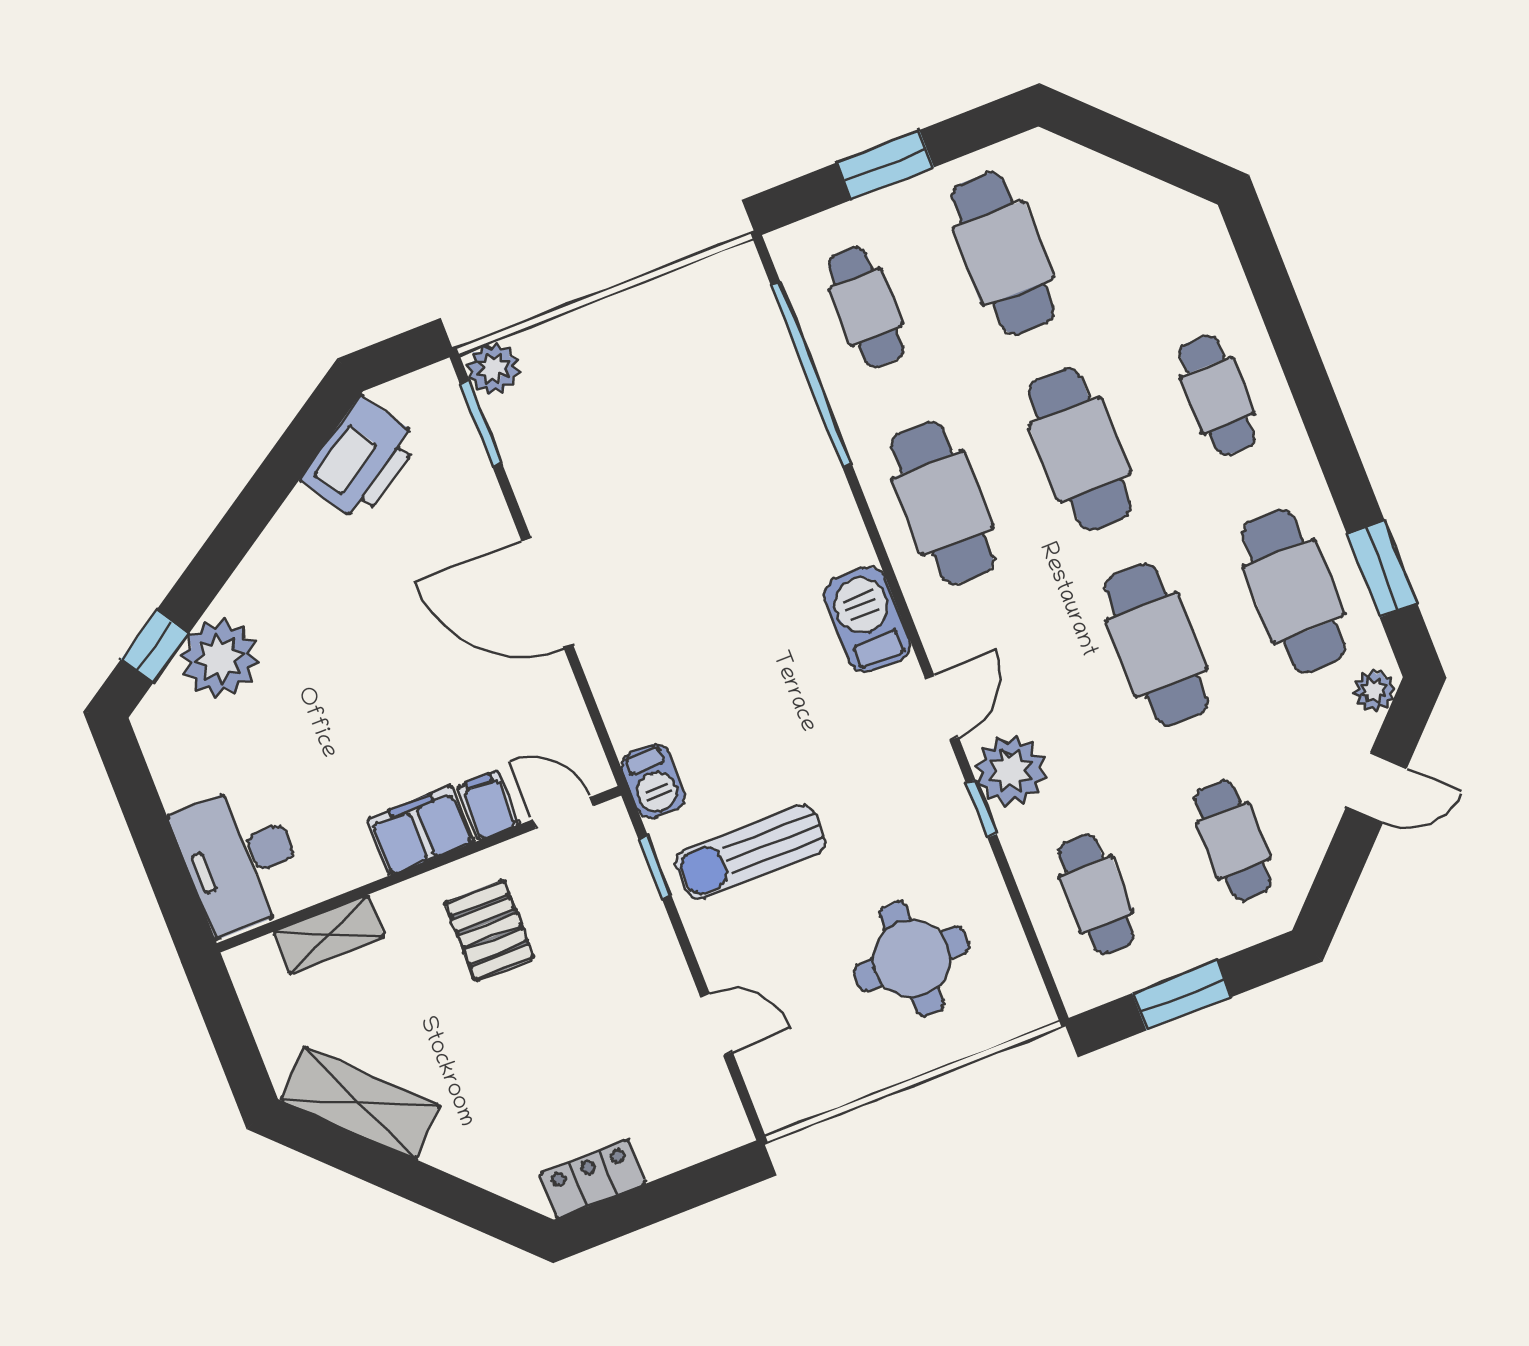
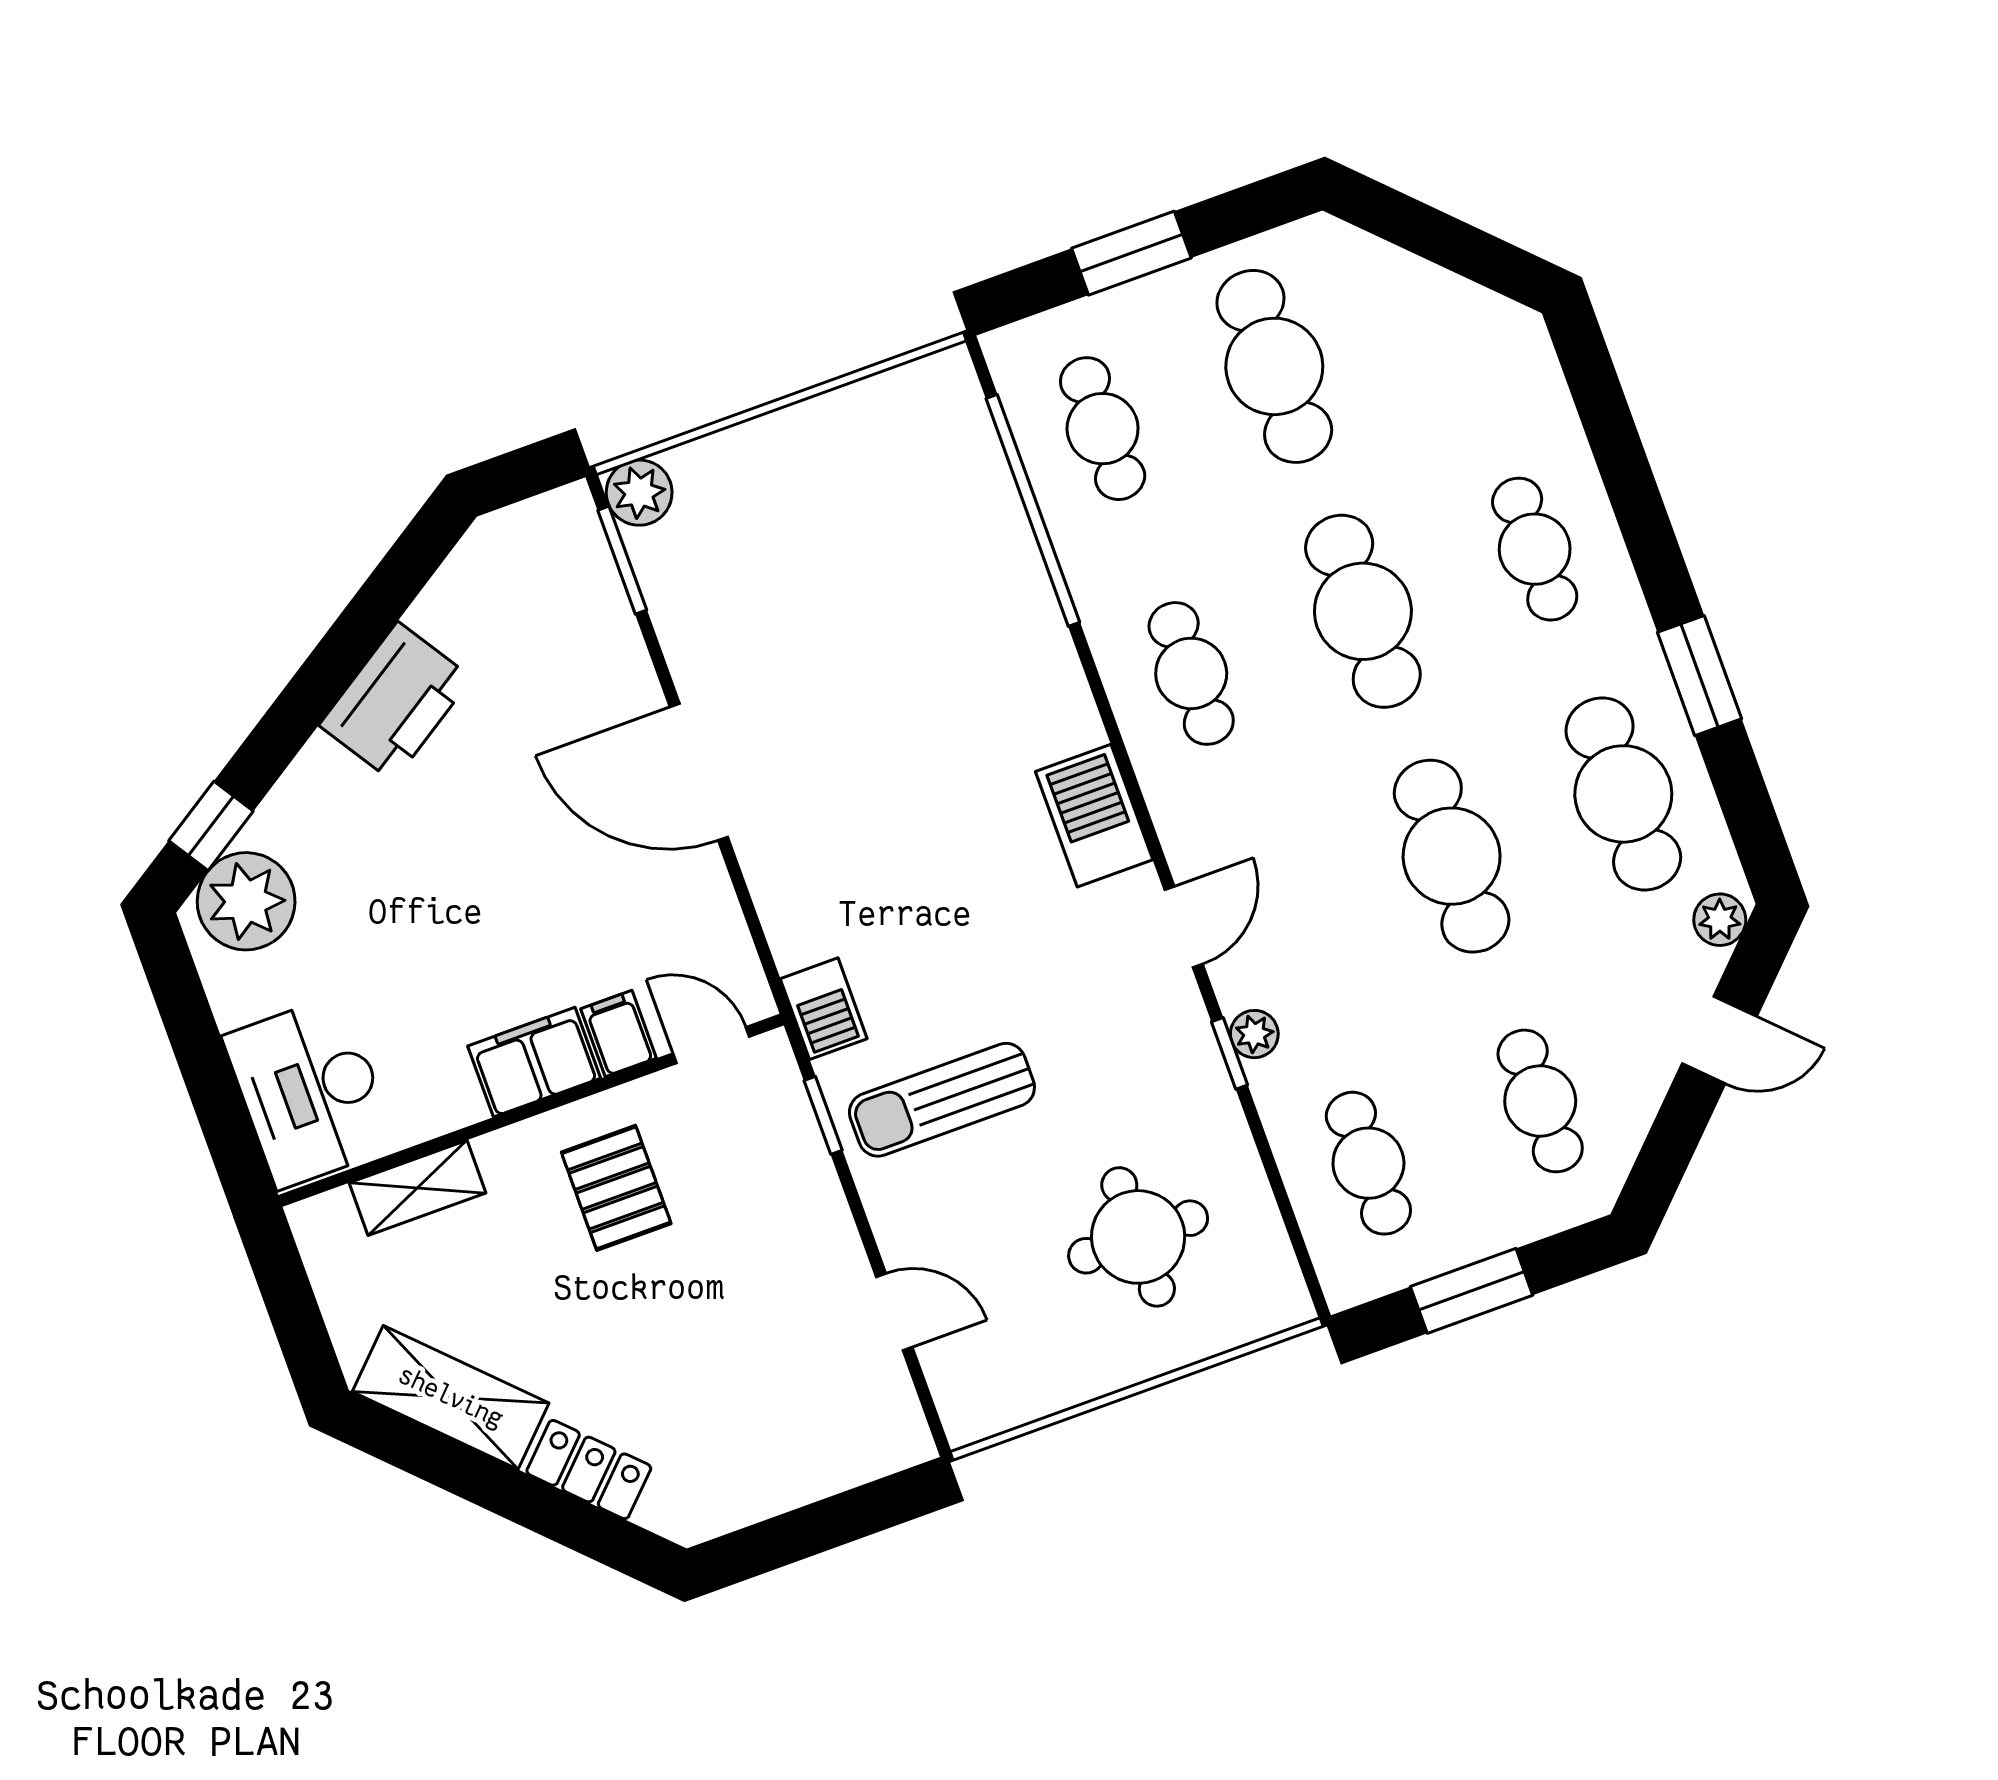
printer: (361, 459) -> (396, 702), moved
cafe table: (942, 503) -> (1191, 673), width x0.73, depth x0.74
window: (1382, 569) -> (1699, 676), moved
plant: (220, 658) -> (246, 901), moved
plant: (1011, 771) -> (1254, 1034), width x0.53, depth x0.53
locker: (592, 1179) -> (589, 1470), moved, turned 45

